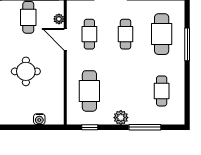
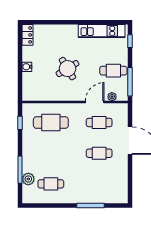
cafe table: (162, 34) -> (99, 184), removed
round table: (26, 71) -> (67, 69), turned -31
plant: (121, 118) -> (28, 179), moved
water cooler: (39, 119) -> (27, 67), moved

